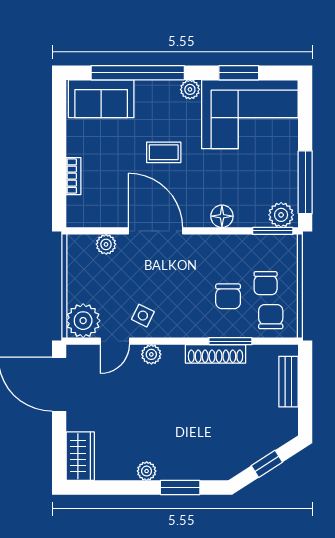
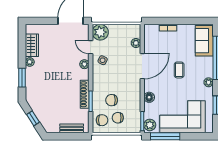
corner sofa: (250, 114) -> (182, 117), moved, turned 90
wardrobe: (80, 456) -> (32, 45), moved, turned -90

